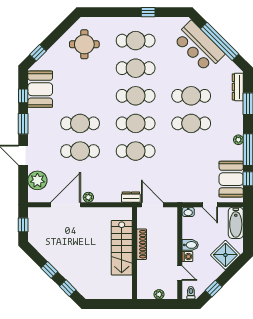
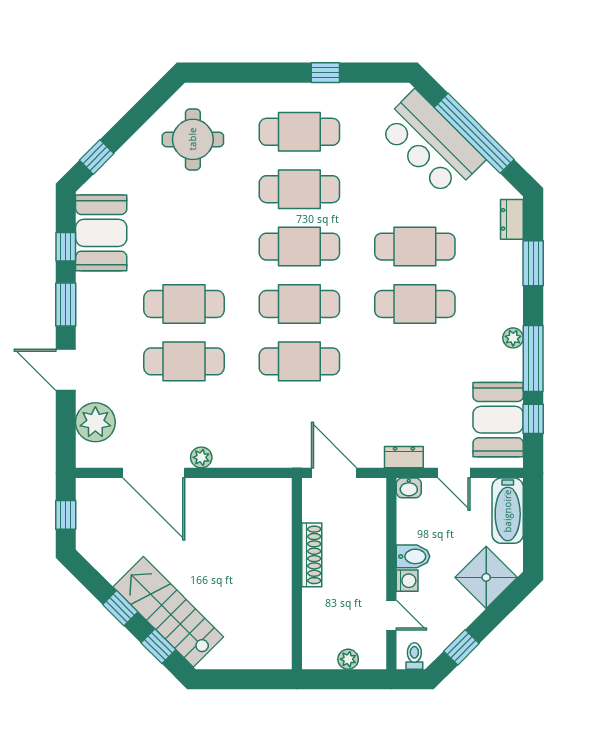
dresser: (238, 87) -> (512, 219), width x0.70
dresser: (131, 197) -> (404, 457), moved
door: (66, 205) -> (154, 473), swing flipped
stairs: (122, 248) -> (168, 612), moved, turned 135

